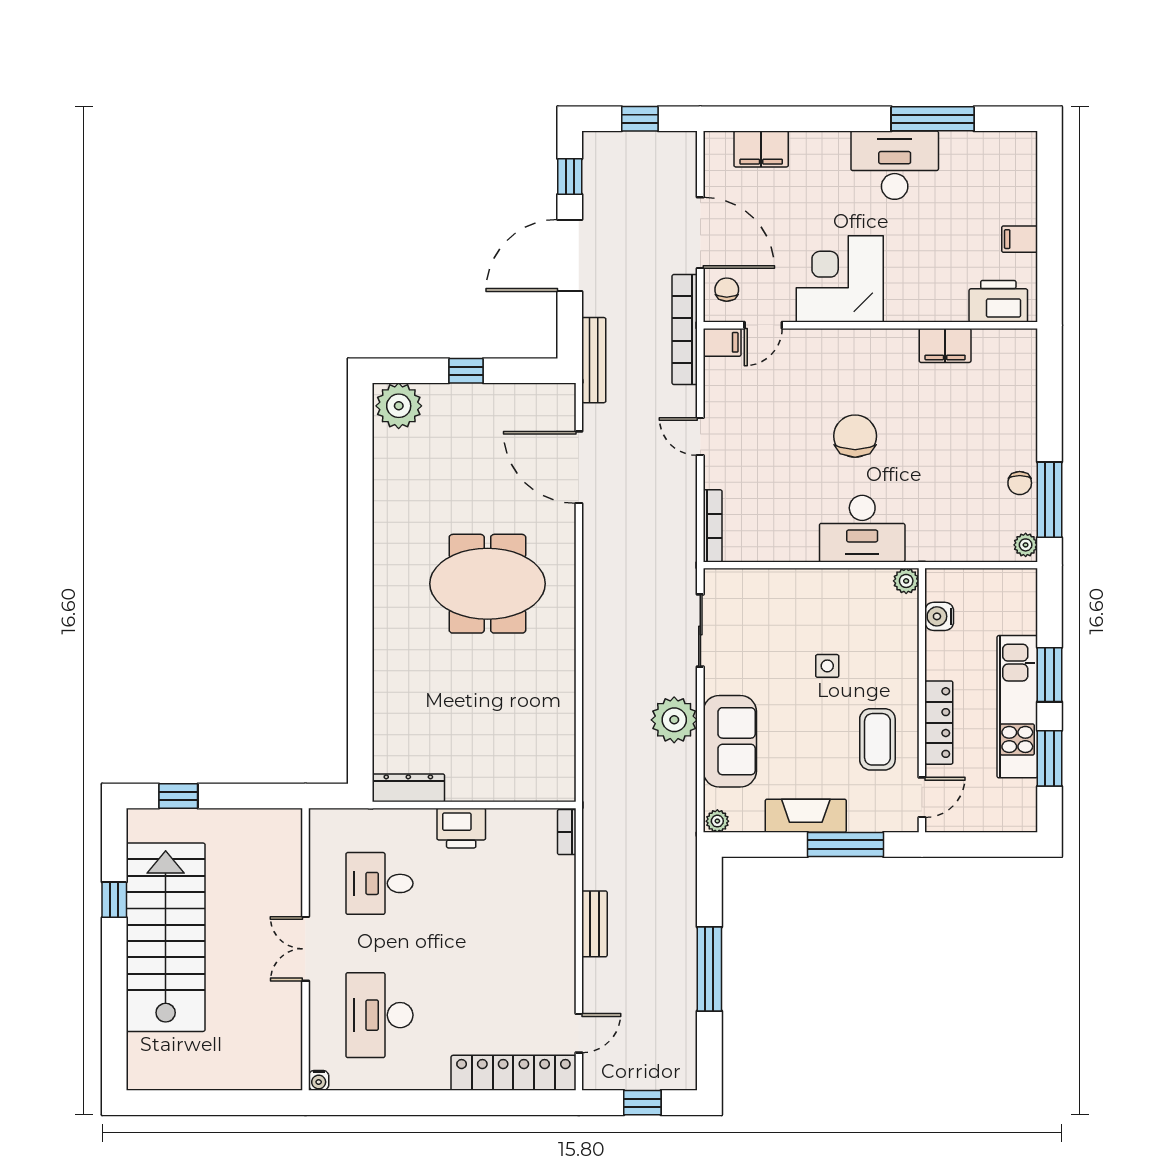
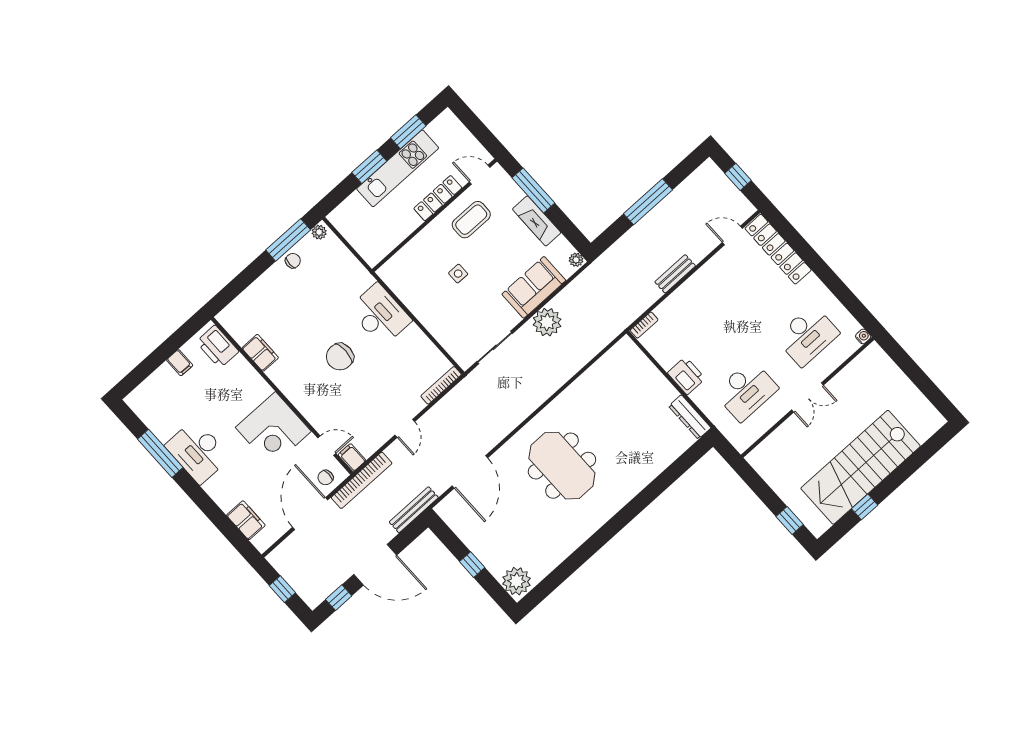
plant: (906, 581) -> (386, 272), removed
water cooler: (939, 616) -> (388, 242), removed
desk: (379, 883) -> (746, 391), width x1.37

